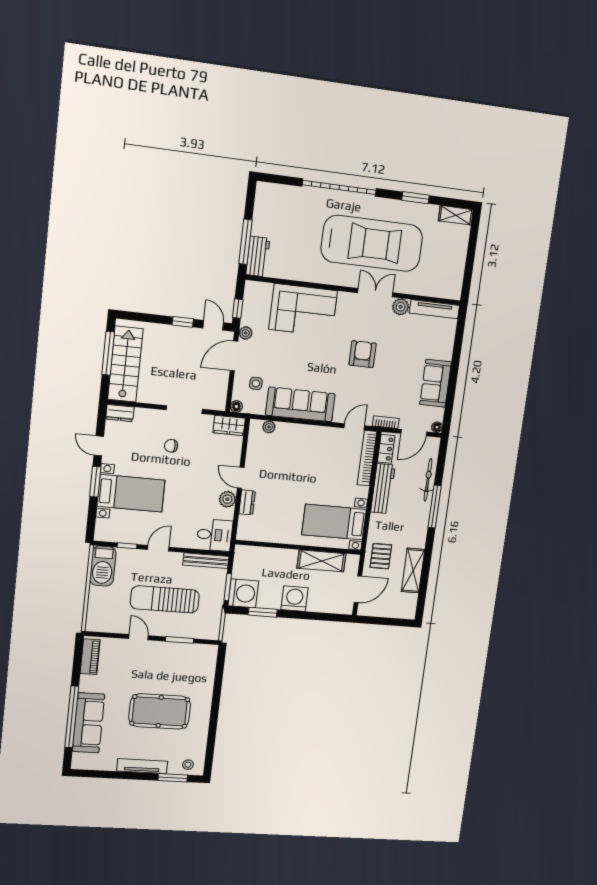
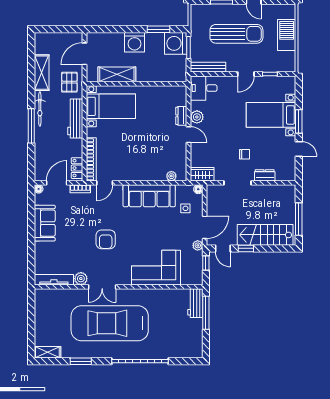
stairs: (125, 364) -> (265, 235), moved, turned 90
dresser: (120, 413) -> (265, 175), moved
bicycle: (428, 480) -> (40, 109), moved
workbench: (383, 489) -> (75, 118), moved
barbecue: (103, 566) -> (287, 35), moved

